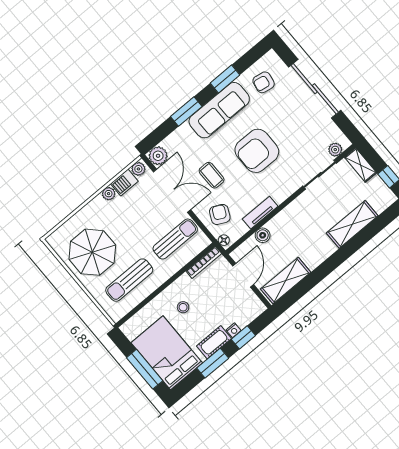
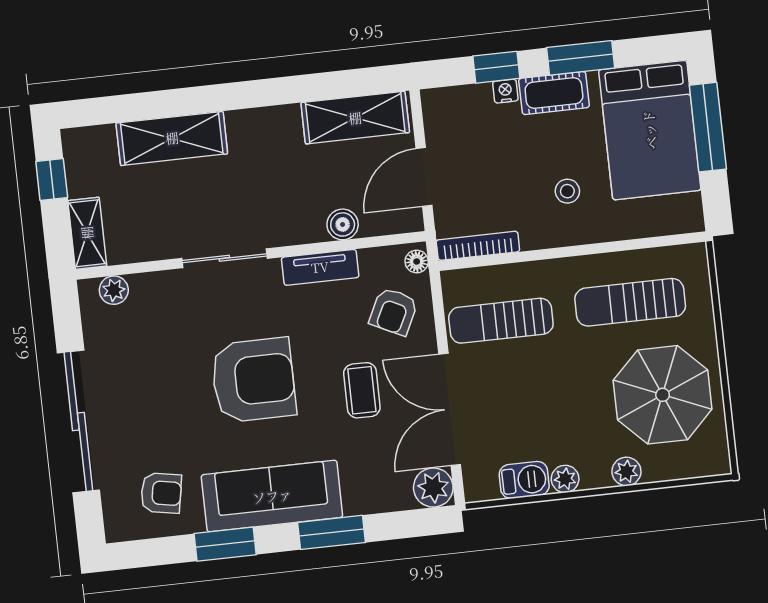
plant: (138, 169) -> (626, 472), moved
sliding door: (320, 175) -> (224, 258), moved
sun lounger: (129, 280) -> (630, 302), turned 180

